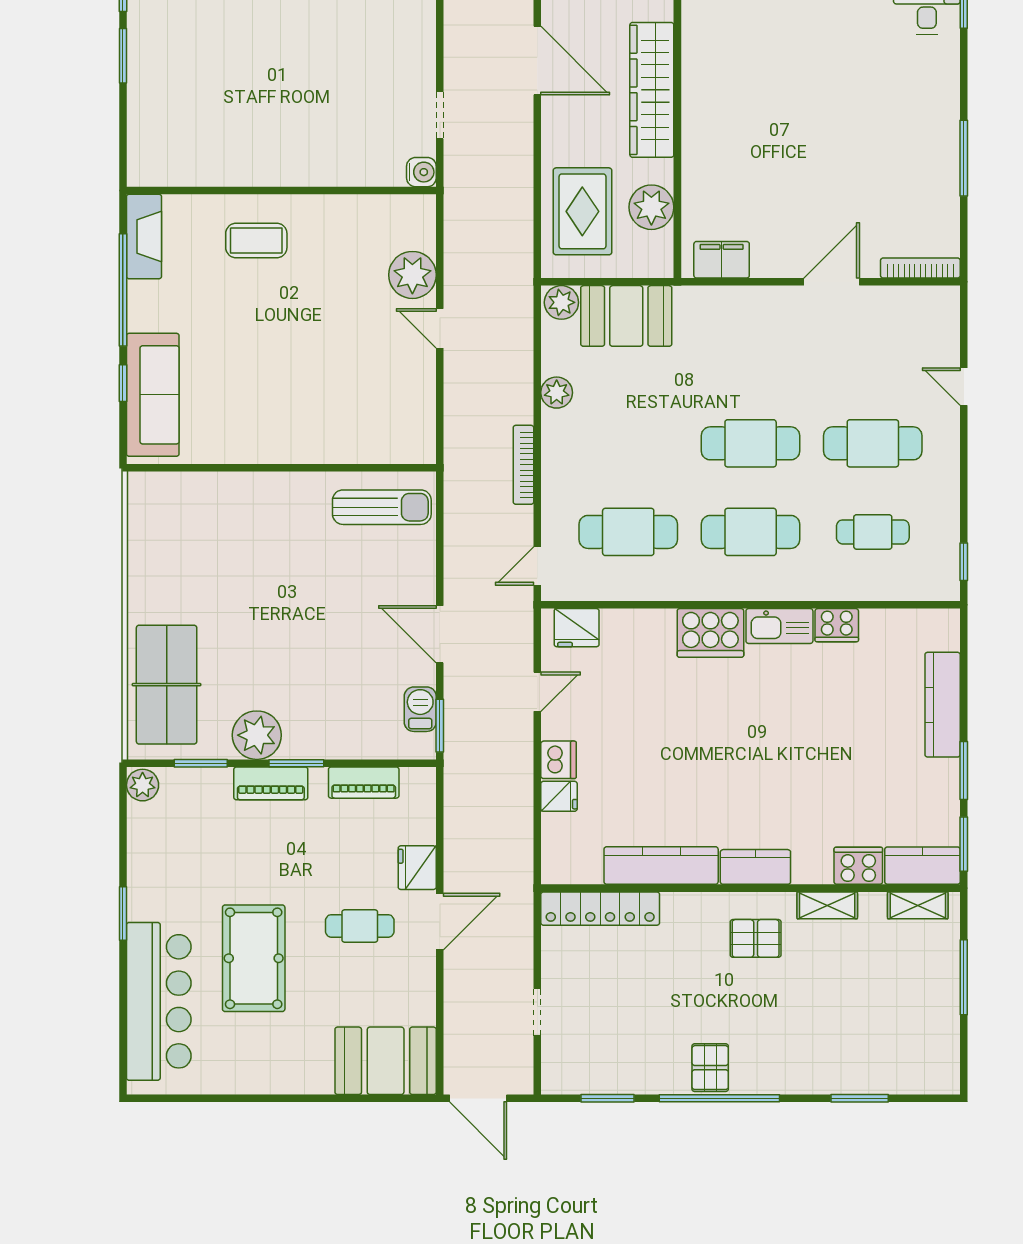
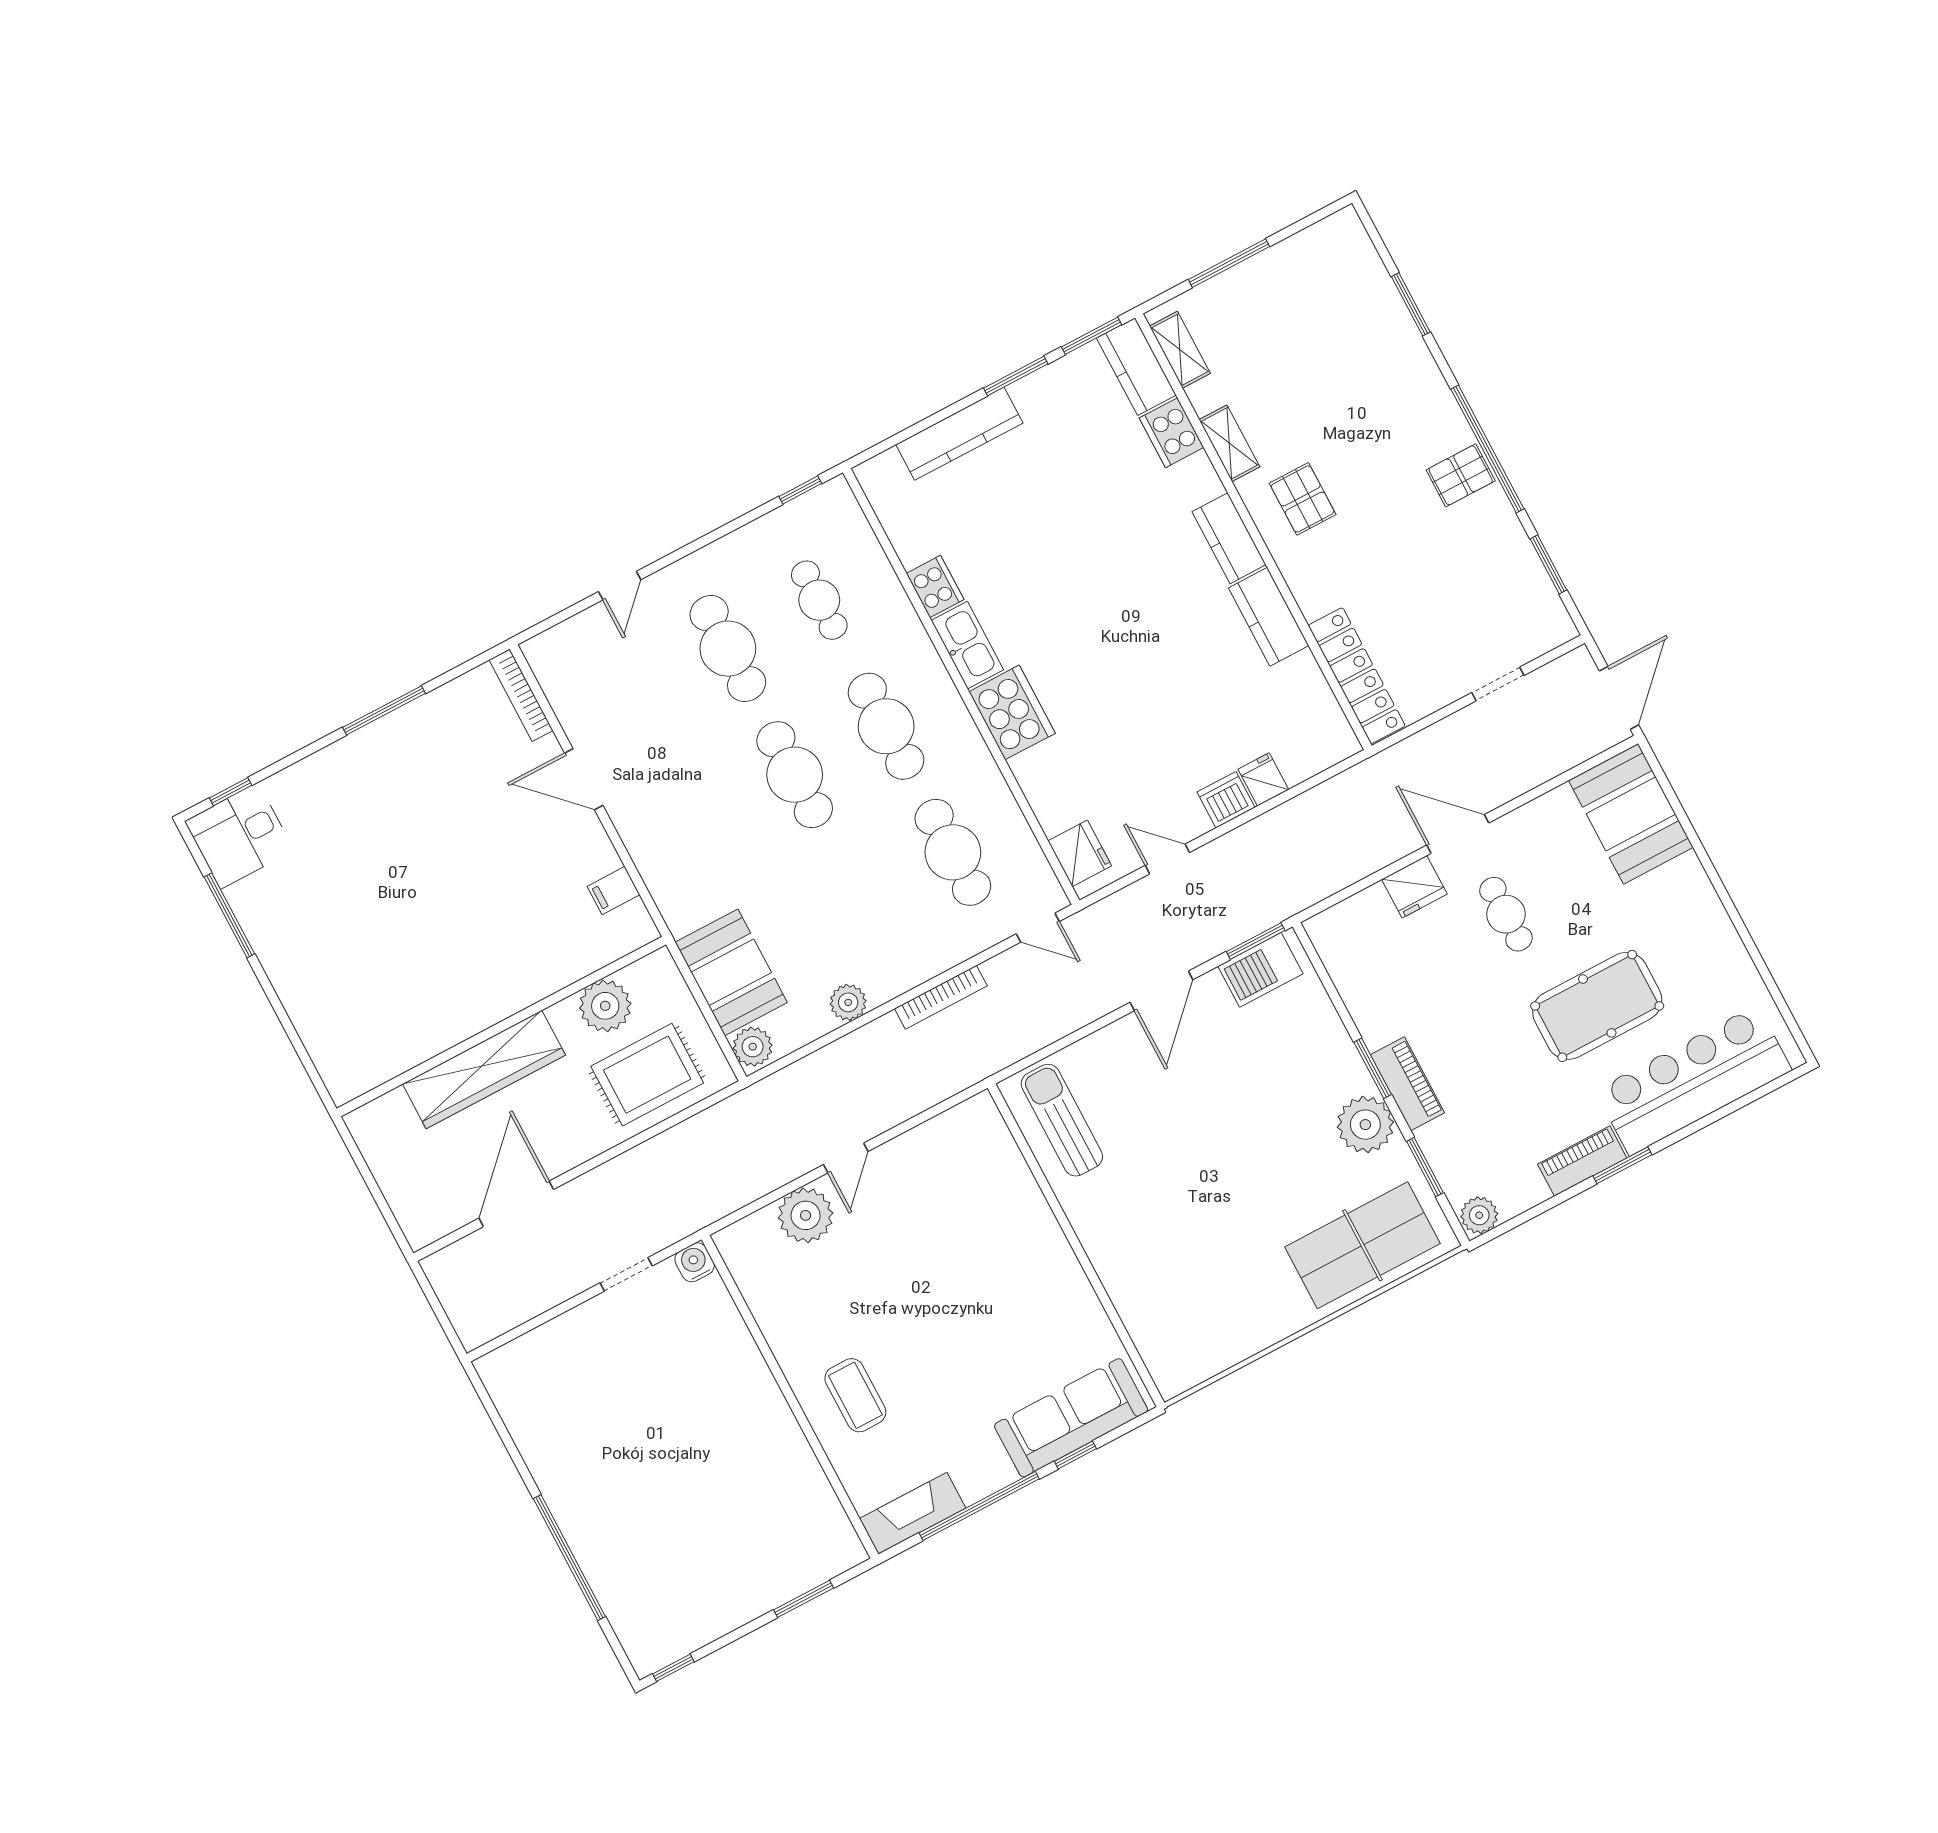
window: (123, 56) -> (804, 1599), moved
filing cabinet: (722, 260) -> (614, 890), width x0.50
barbecue: (420, 709) -> (1260, 970), width x1.38, depth x1.27
piano: (364, 783) -> (1582, 1161), moved, turned -90
kitchen counter: (661, 865) -> (1269, 617), width x0.67

